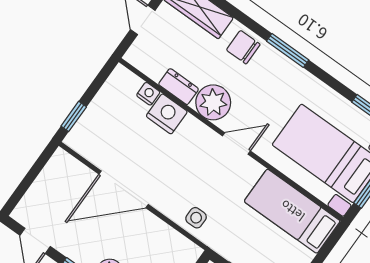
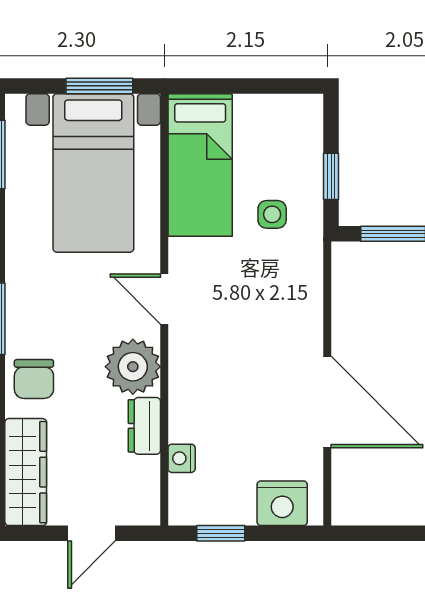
nightstand: (167, 114) -> (282, 503), moved, turned -90
window: (74, 116) -> (221, 533), moved
side table: (196, 218) -> (272, 214), moved

